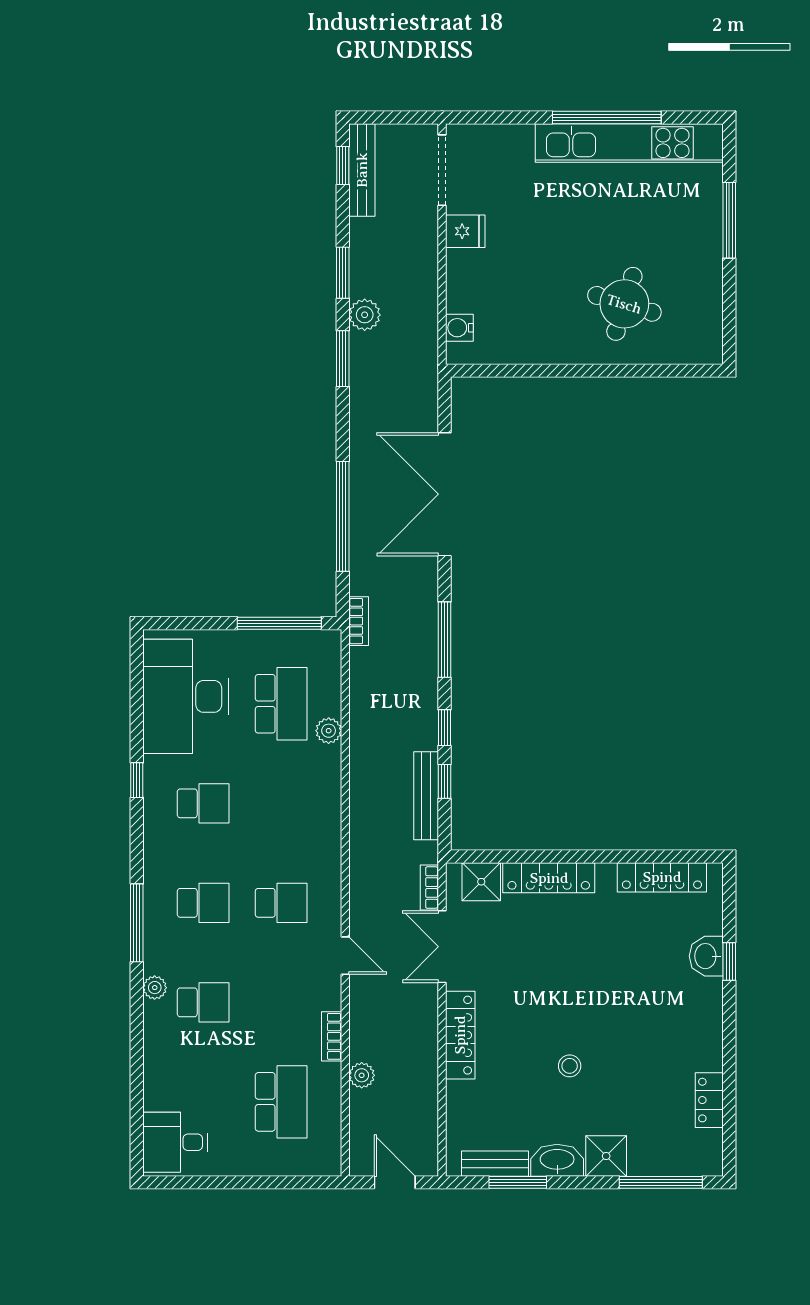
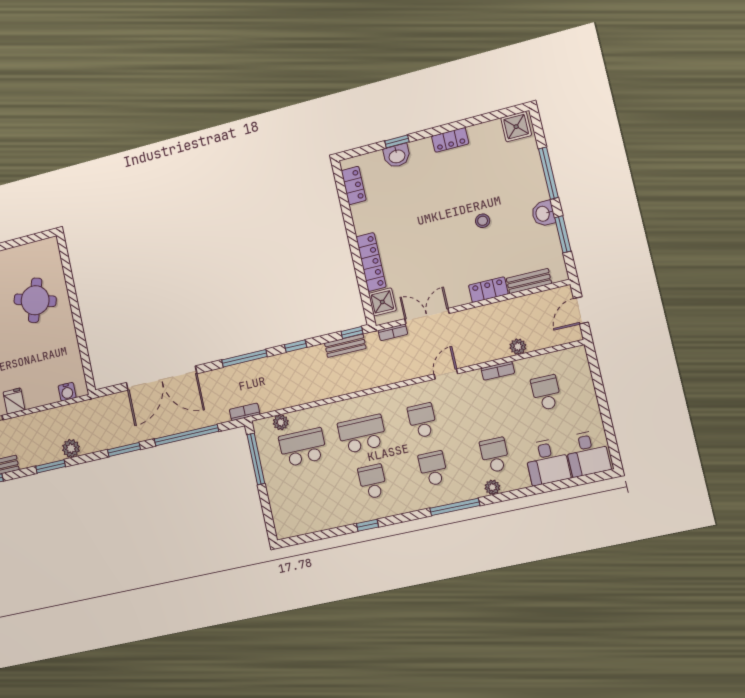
window: (343, 359) -> (124, 449), moved
desk: (186, 696) -> (547, 462), moved, width x0.53, depth x0.77
plant: (329, 731) -> (281, 422), moved
window: (445, 781) -> (352, 332), moved
bench: (426, 796) -> (345, 346), width x0.73
school desk: (281, 803) -> (362, 434), added
locker: (662, 877) -> (354, 185), width x0.66
double door: (442, 947) -> (427, 316), swing flipped
locker: (460, 1035) -> (488, 290), width x0.66
locker: (709, 1100) -> (450, 140), moved
school desk: (281, 1102) -> (546, 393), width x0.54
shower: (606, 1156) -> (516, 127), moved
washbasin: (557, 1160) -> (543, 214), width x0.72
bench: (495, 1164) -> (529, 281), moved, turned 90
window: (661, 1182) -> (548, 173), moved

